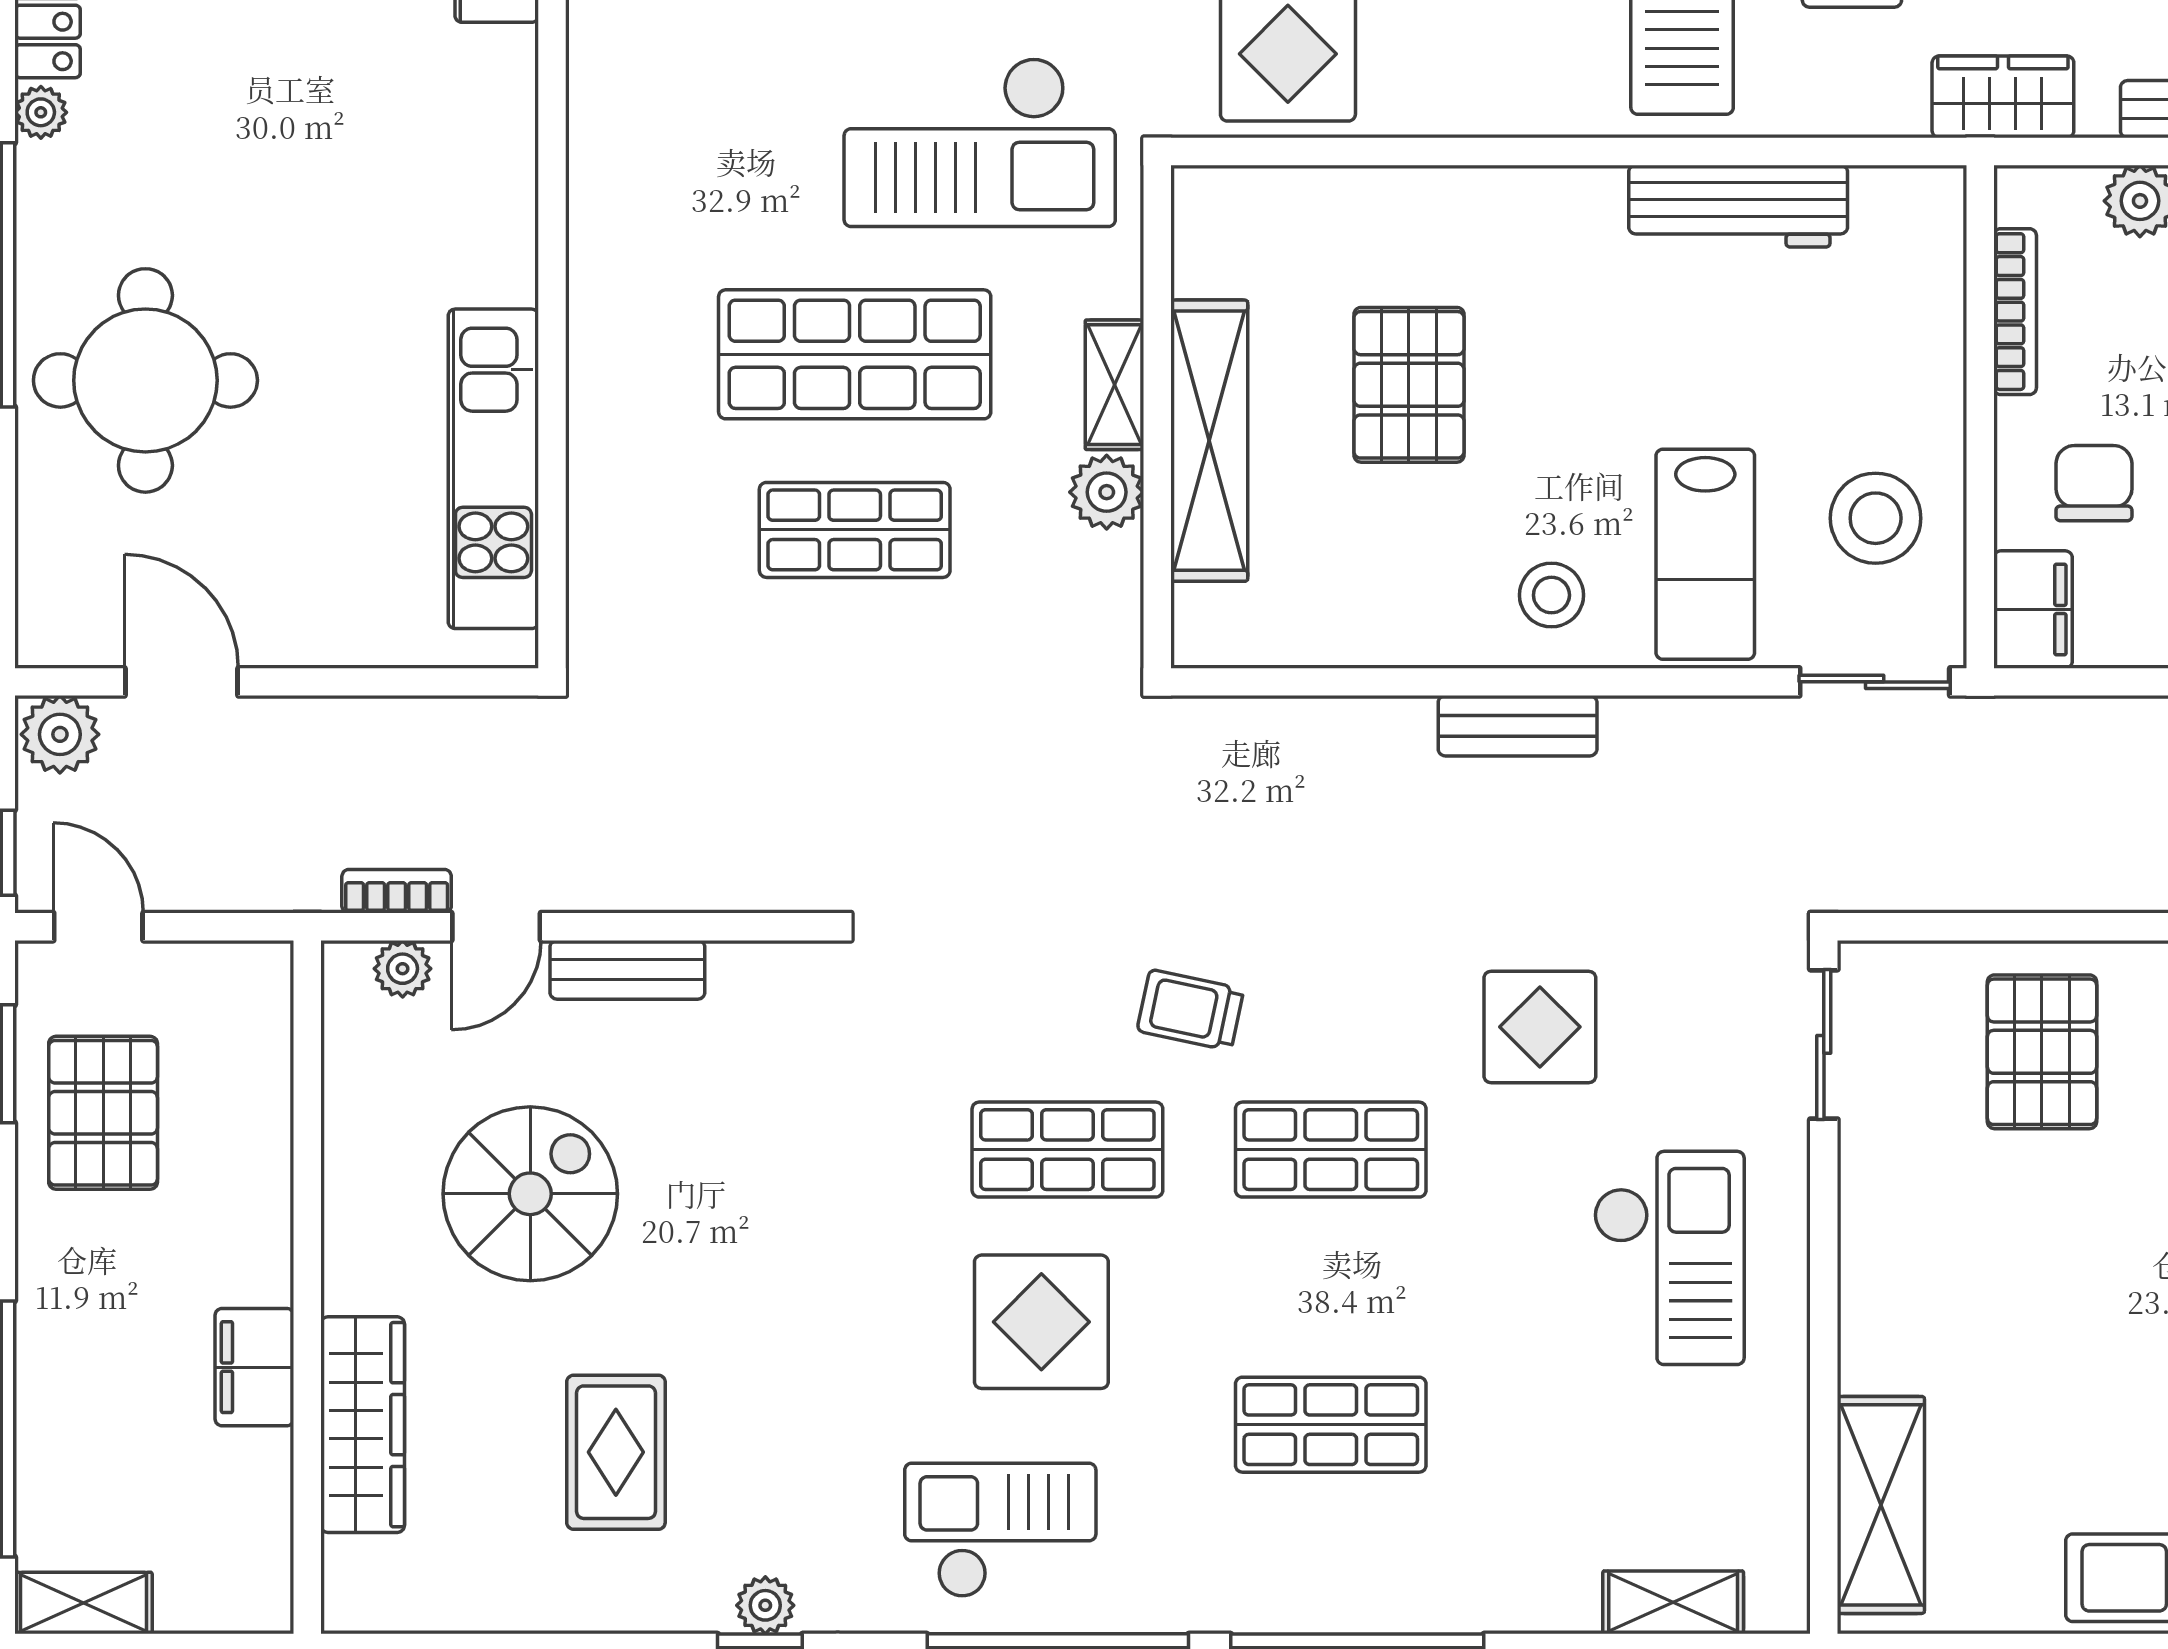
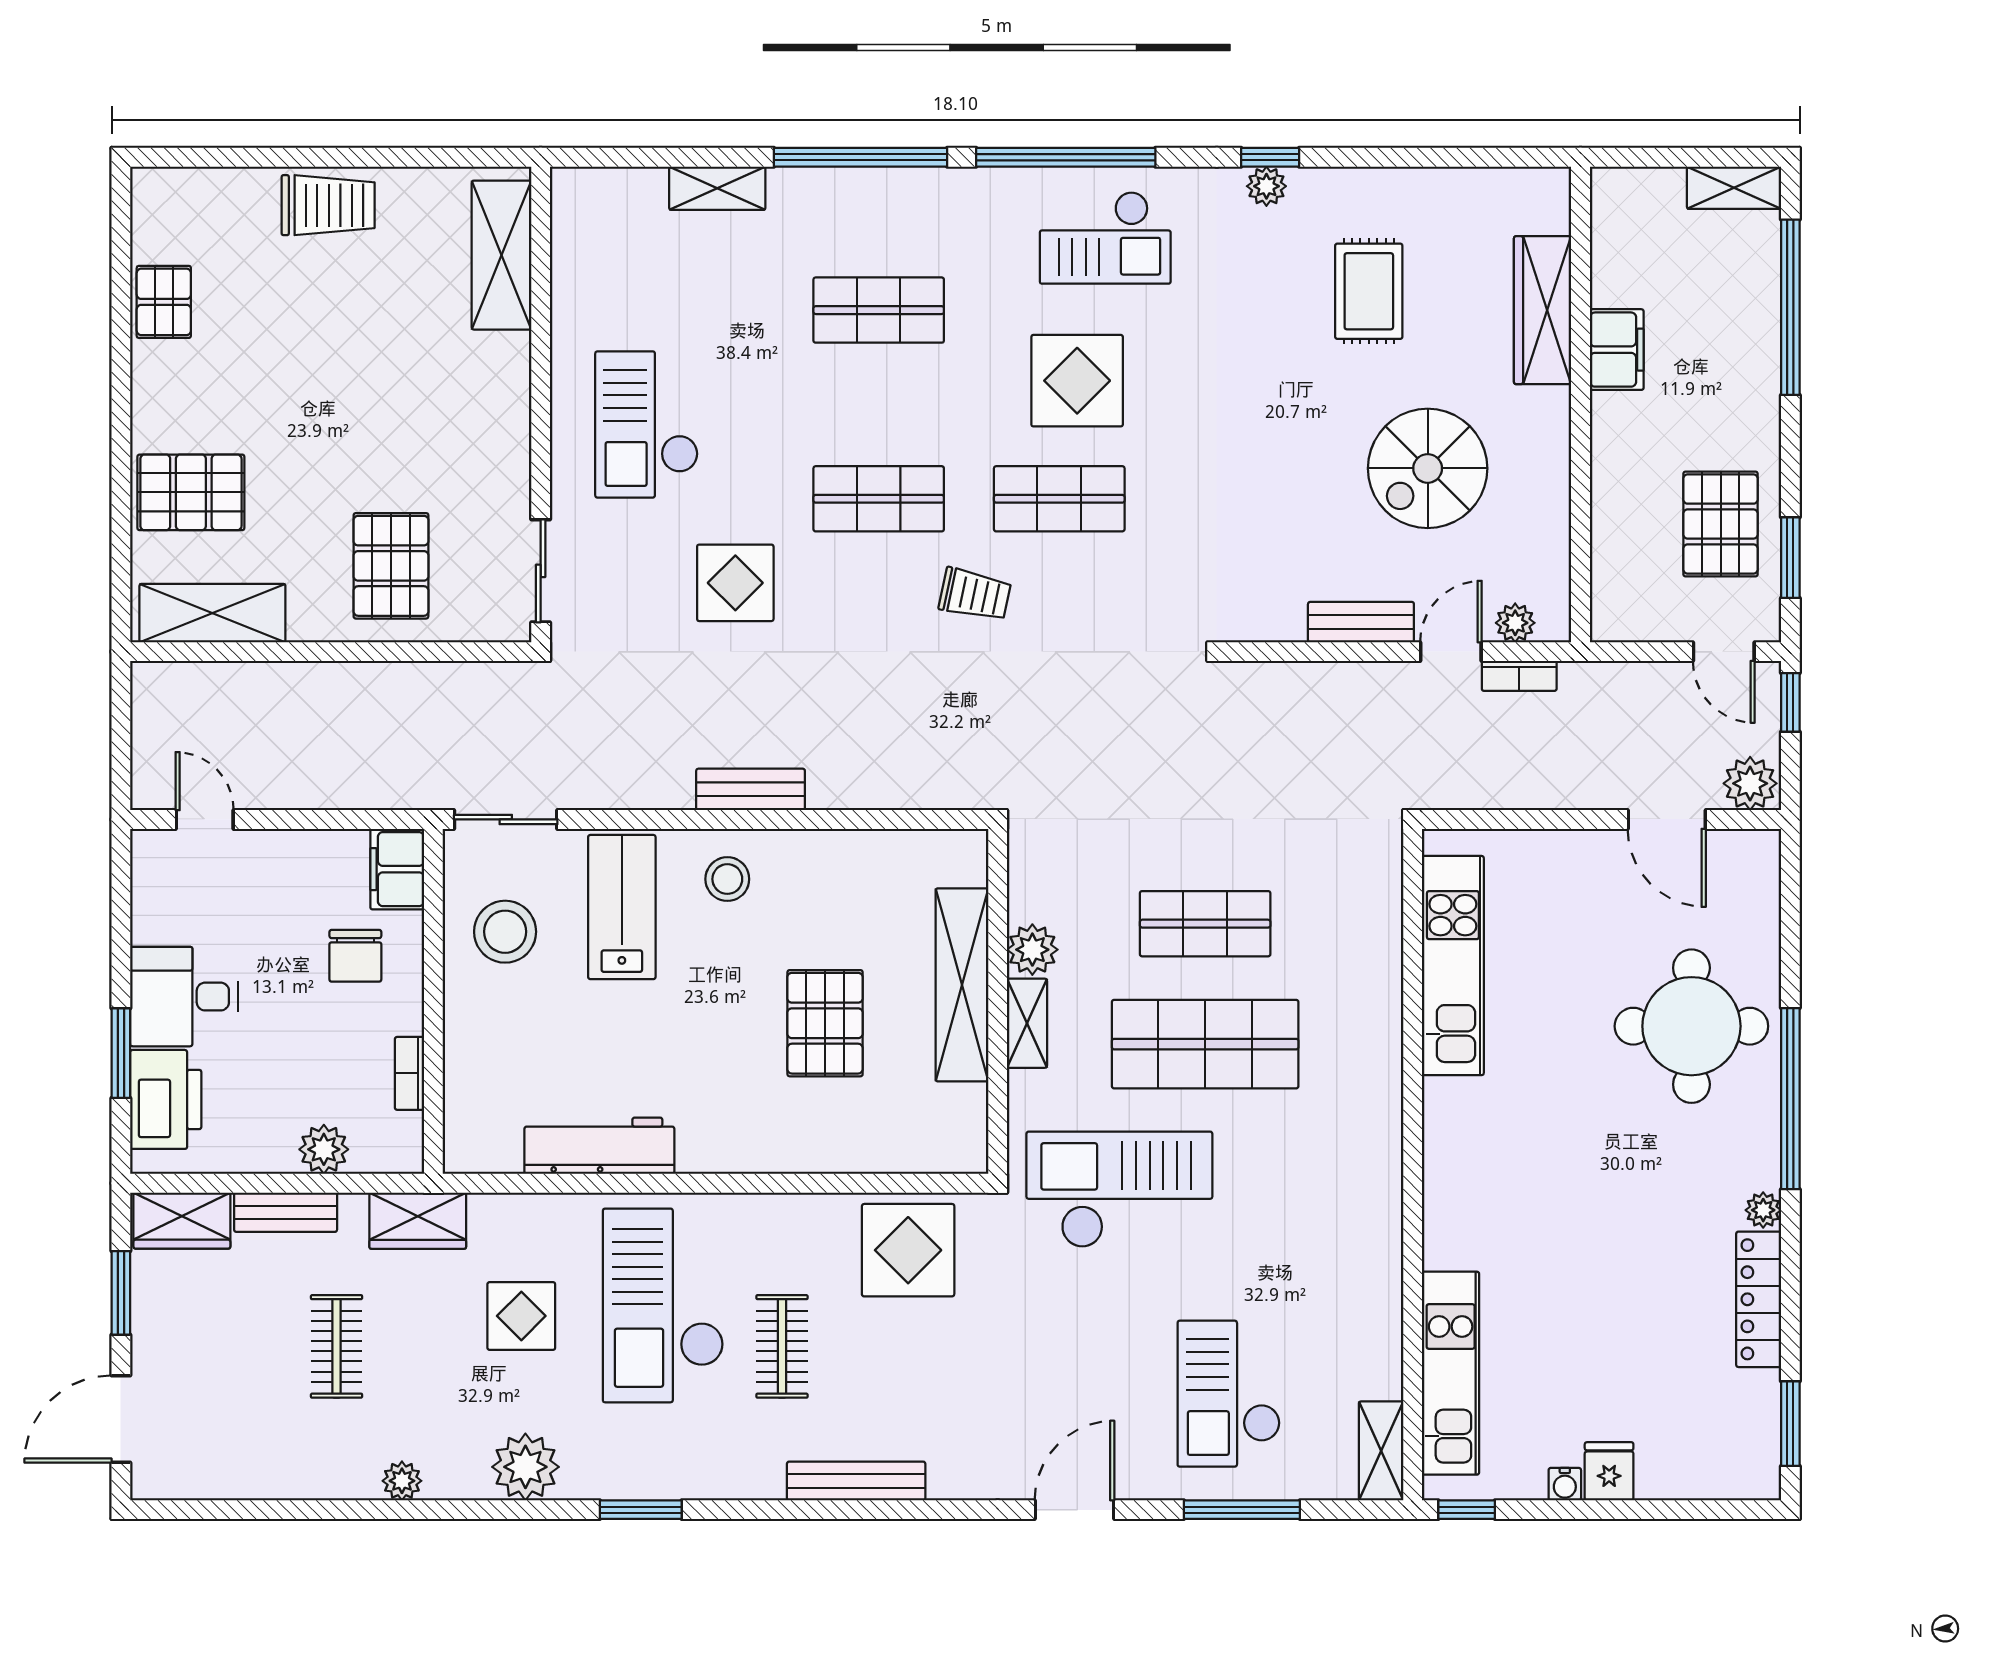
bookcase: (2015, 312) -> (409, 1073), width x0.64
shelving: (1673, 1602) -> (717, 188), moved

